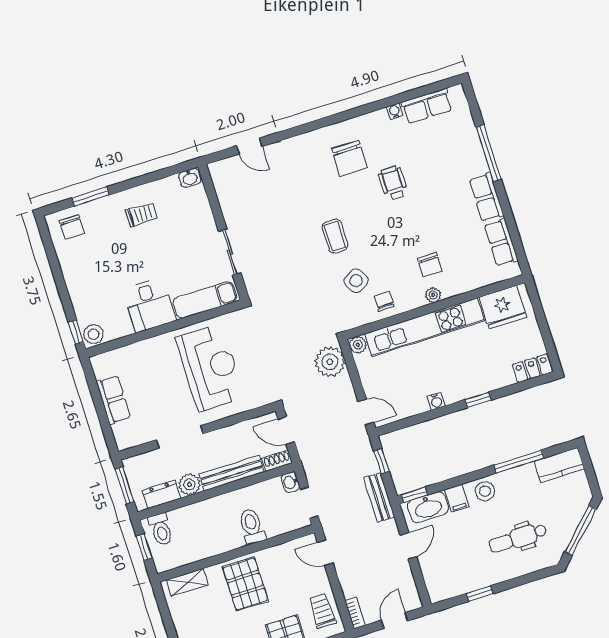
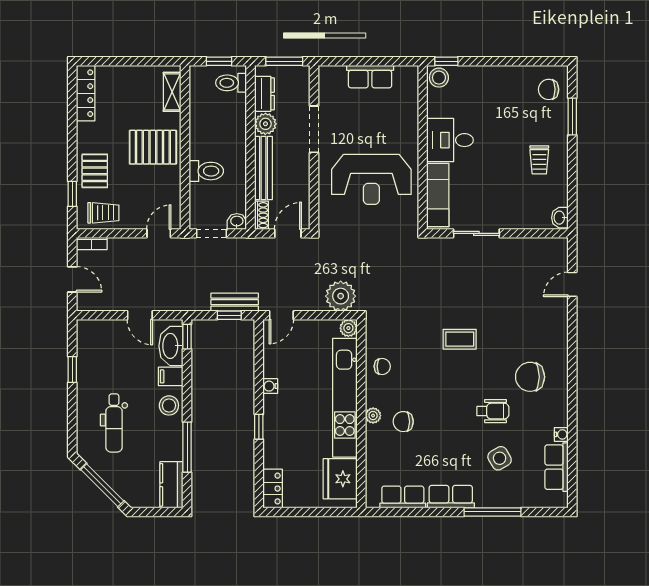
side table: (356, 281) -> (500, 458), moved
bench: (379, 497) -> (235, 302), moved
dental chair: (518, 538) -> (114, 423), turned 180

